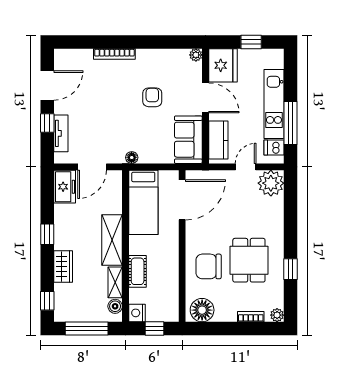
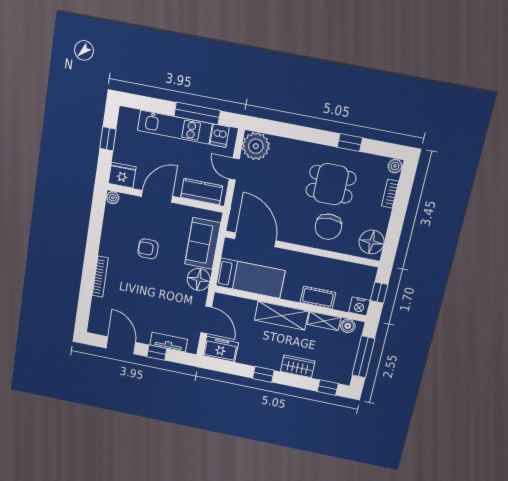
fridge: (223, 65) -> (122, 175), width x0.73, depth x0.75
sofa: (188, 140) -> (203, 243), moved, turned 90
floor lamp: (132, 158) -> (199, 279), width x1.89, depth x1.89

